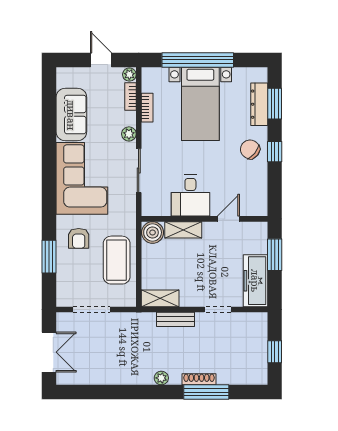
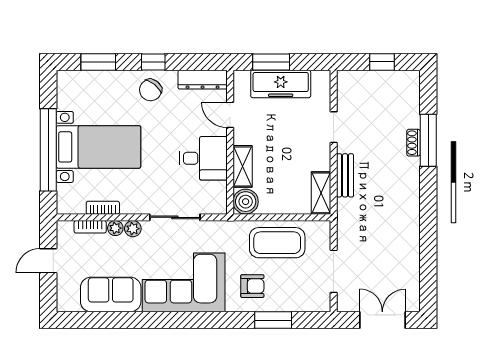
plant: (129, 75) -> (115, 228), moved
dresser: (259, 104) -> (203, 80), moved
freezer: (255, 281) -> (281, 84), moved
plant: (161, 378) -> (412, 192), removed
shoe rack: (199, 379) -> (413, 143), width x0.70

